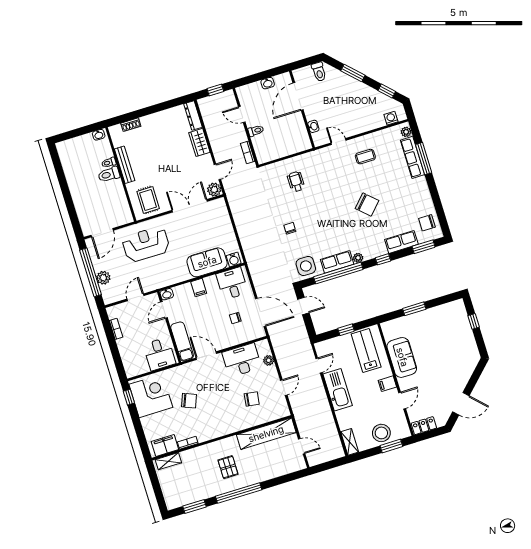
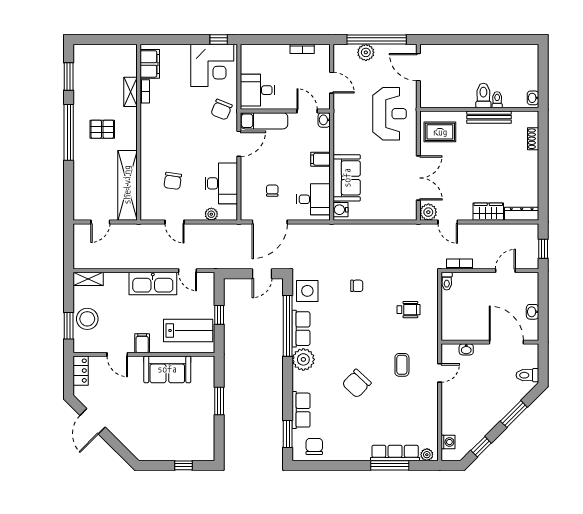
toilet: (256, 131) -> (447, 281), moved
coffee table: (365, 157) -> (402, 365), moved
plant: (358, 258) -> (303, 359), width x1.87, depth x1.87
window: (383, 259) -> (288, 383), removed
chair: (189, 401) -> (222, 110), moved
shelving: (168, 461) -> (130, 92), moved

